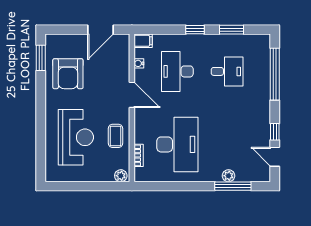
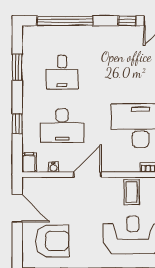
window: (195, 30) -> (17, 124), moved
desk: (227, 71) -> (62, 72), turned 180
armchair: (68, 74) -> (52, 241), moved
coffee table: (116, 136) -> (132, 192), turned 90

